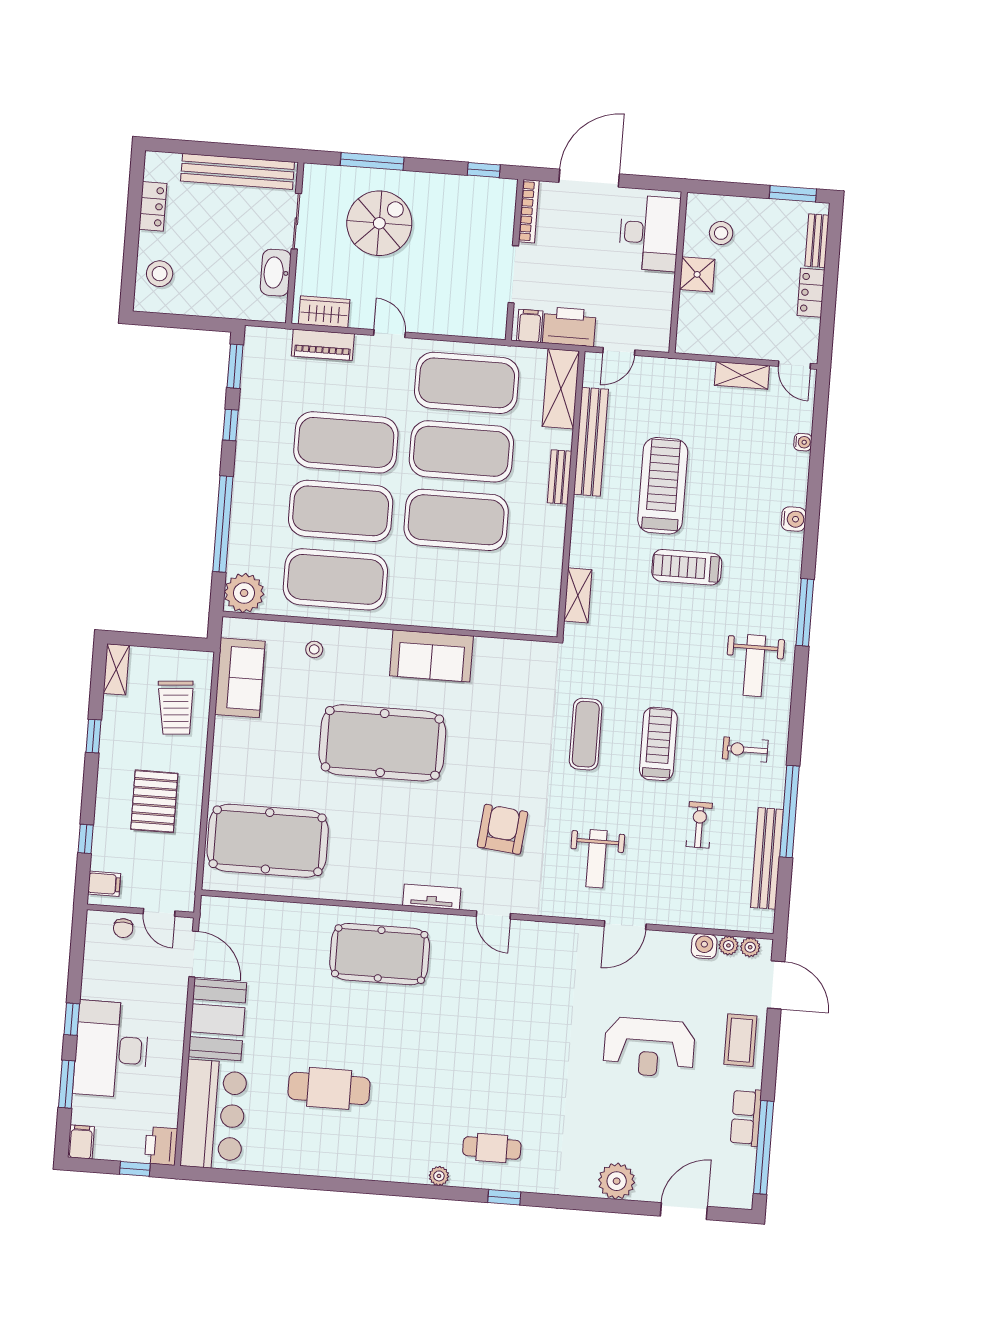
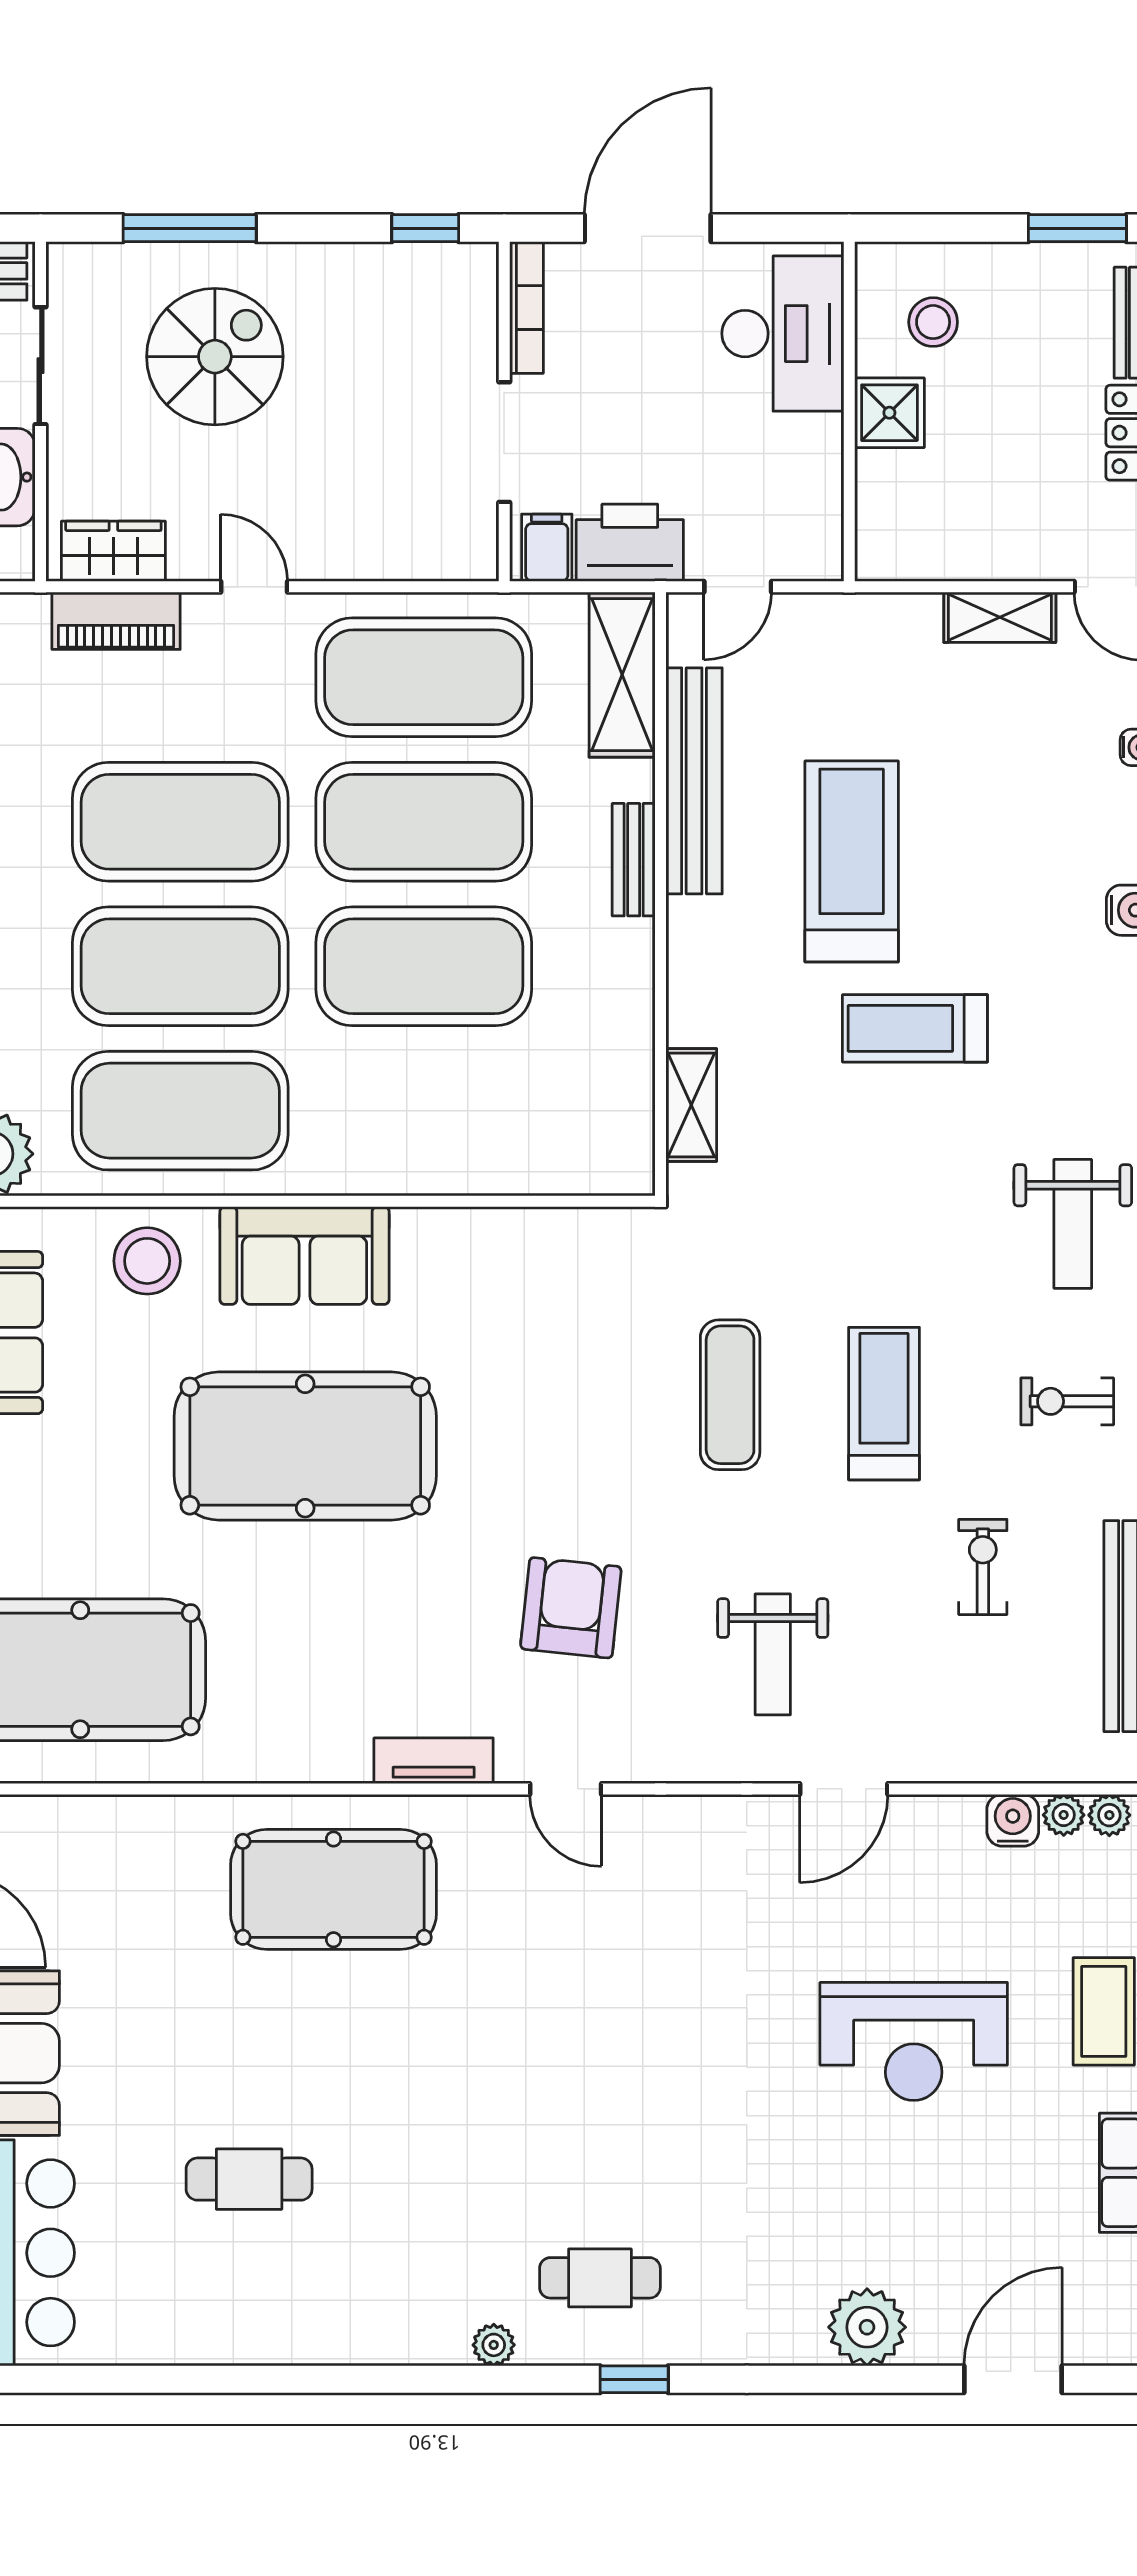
stool: (314, 649) -> (147, 1261), width x1.89, depth x1.89
sofa: (431, 656) -> (304, 1256), moved
cafe table: (329, 1088) -> (249, 2179), width x0.73, depth x0.74

